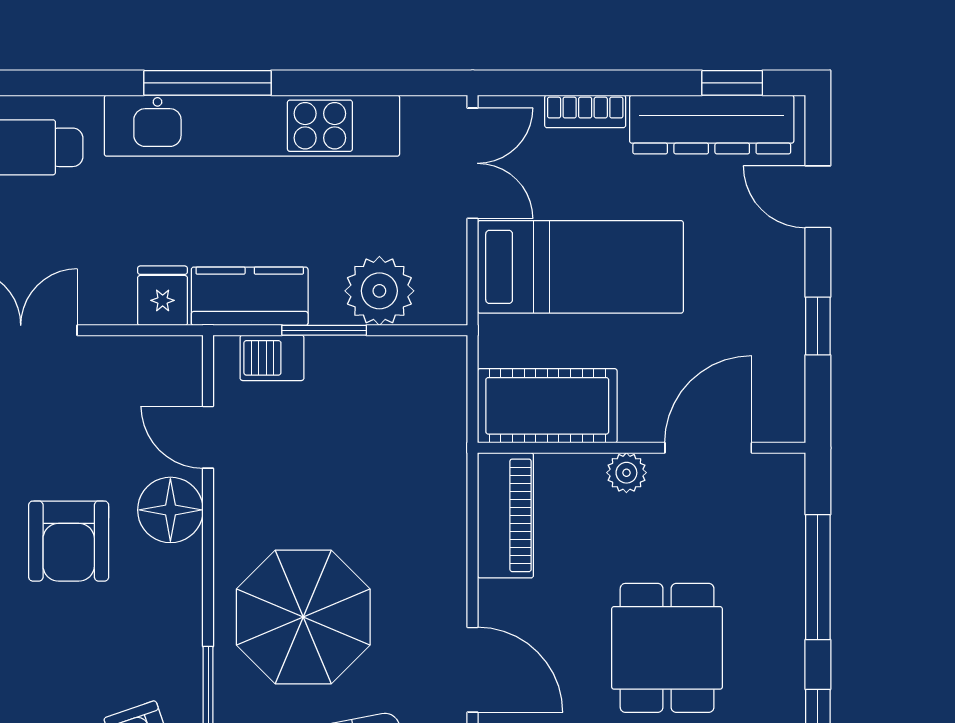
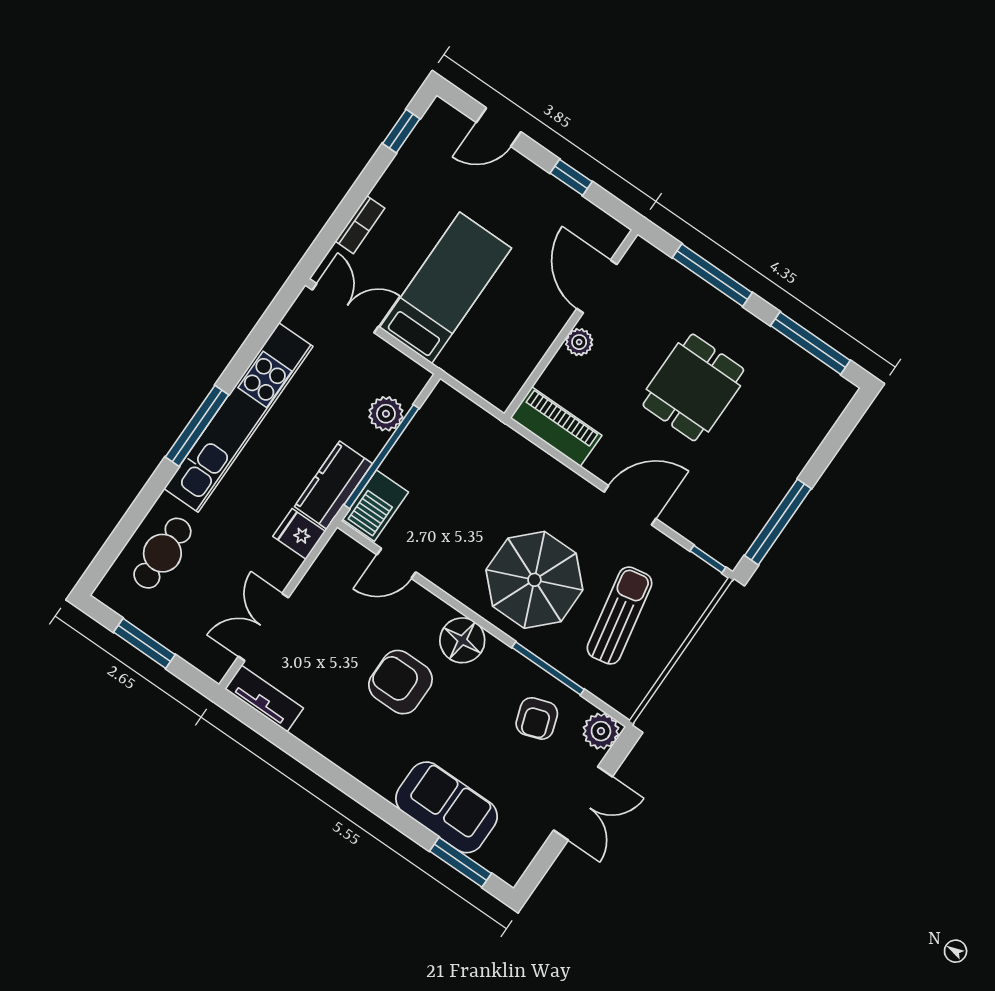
dresser: (712, 124) -> (417, 159), removed
plant: (379, 291) -> (386, 414), width x0.73, depth x0.73
window: (324, 330) -> (381, 457), width x2.11
barbecue: (272, 358) -> (375, 506), width x1.38, depth x1.27
cot: (547, 406) -> (511, 361), removed
floor lamp: (170, 510) -> (462, 640), moved
armchair: (69, 541) -> (400, 682), turned 180
dining table: (667, 648) -> (693, 387), turned 90

